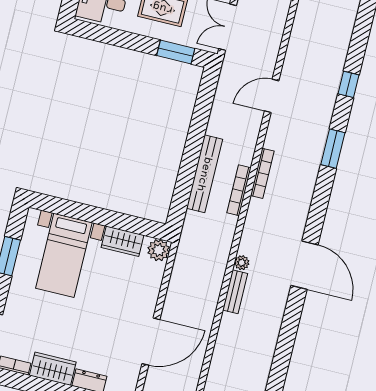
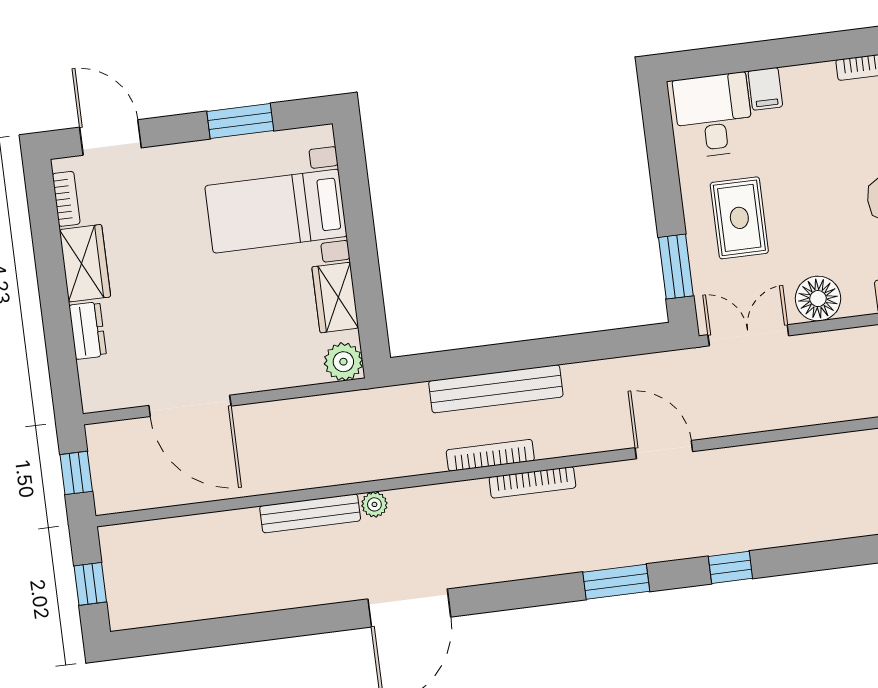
bench: (235, 292) -> (310, 513), width x1.36

